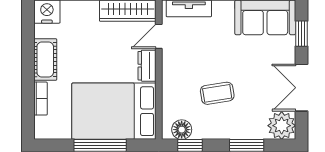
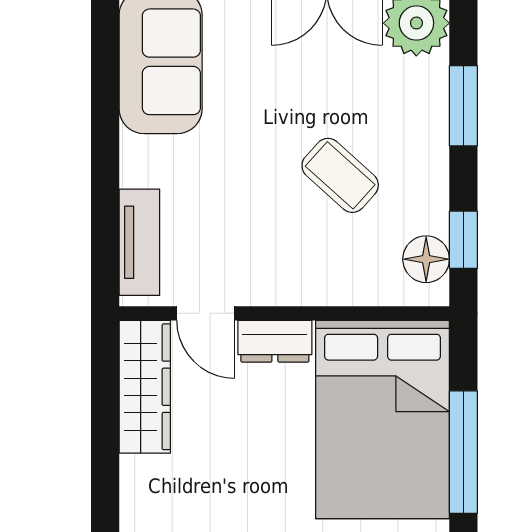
coffee table: (217, 93) -> (340, 175), turned -39

